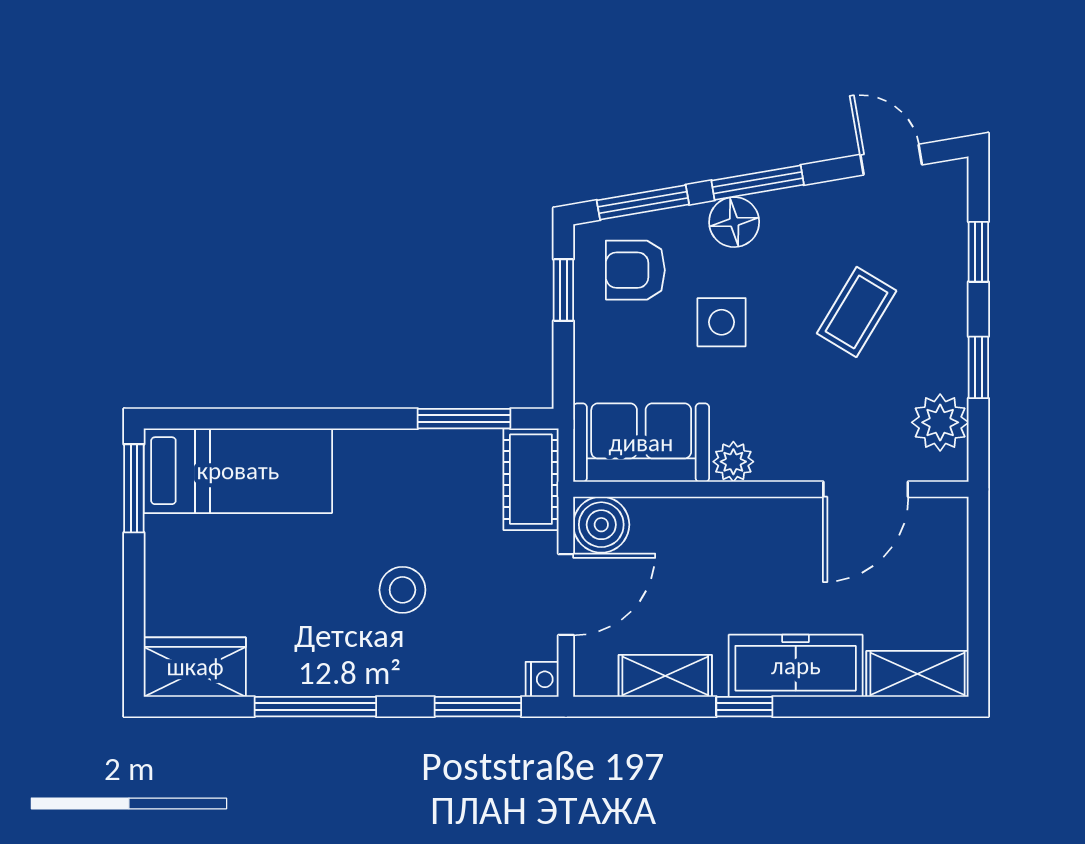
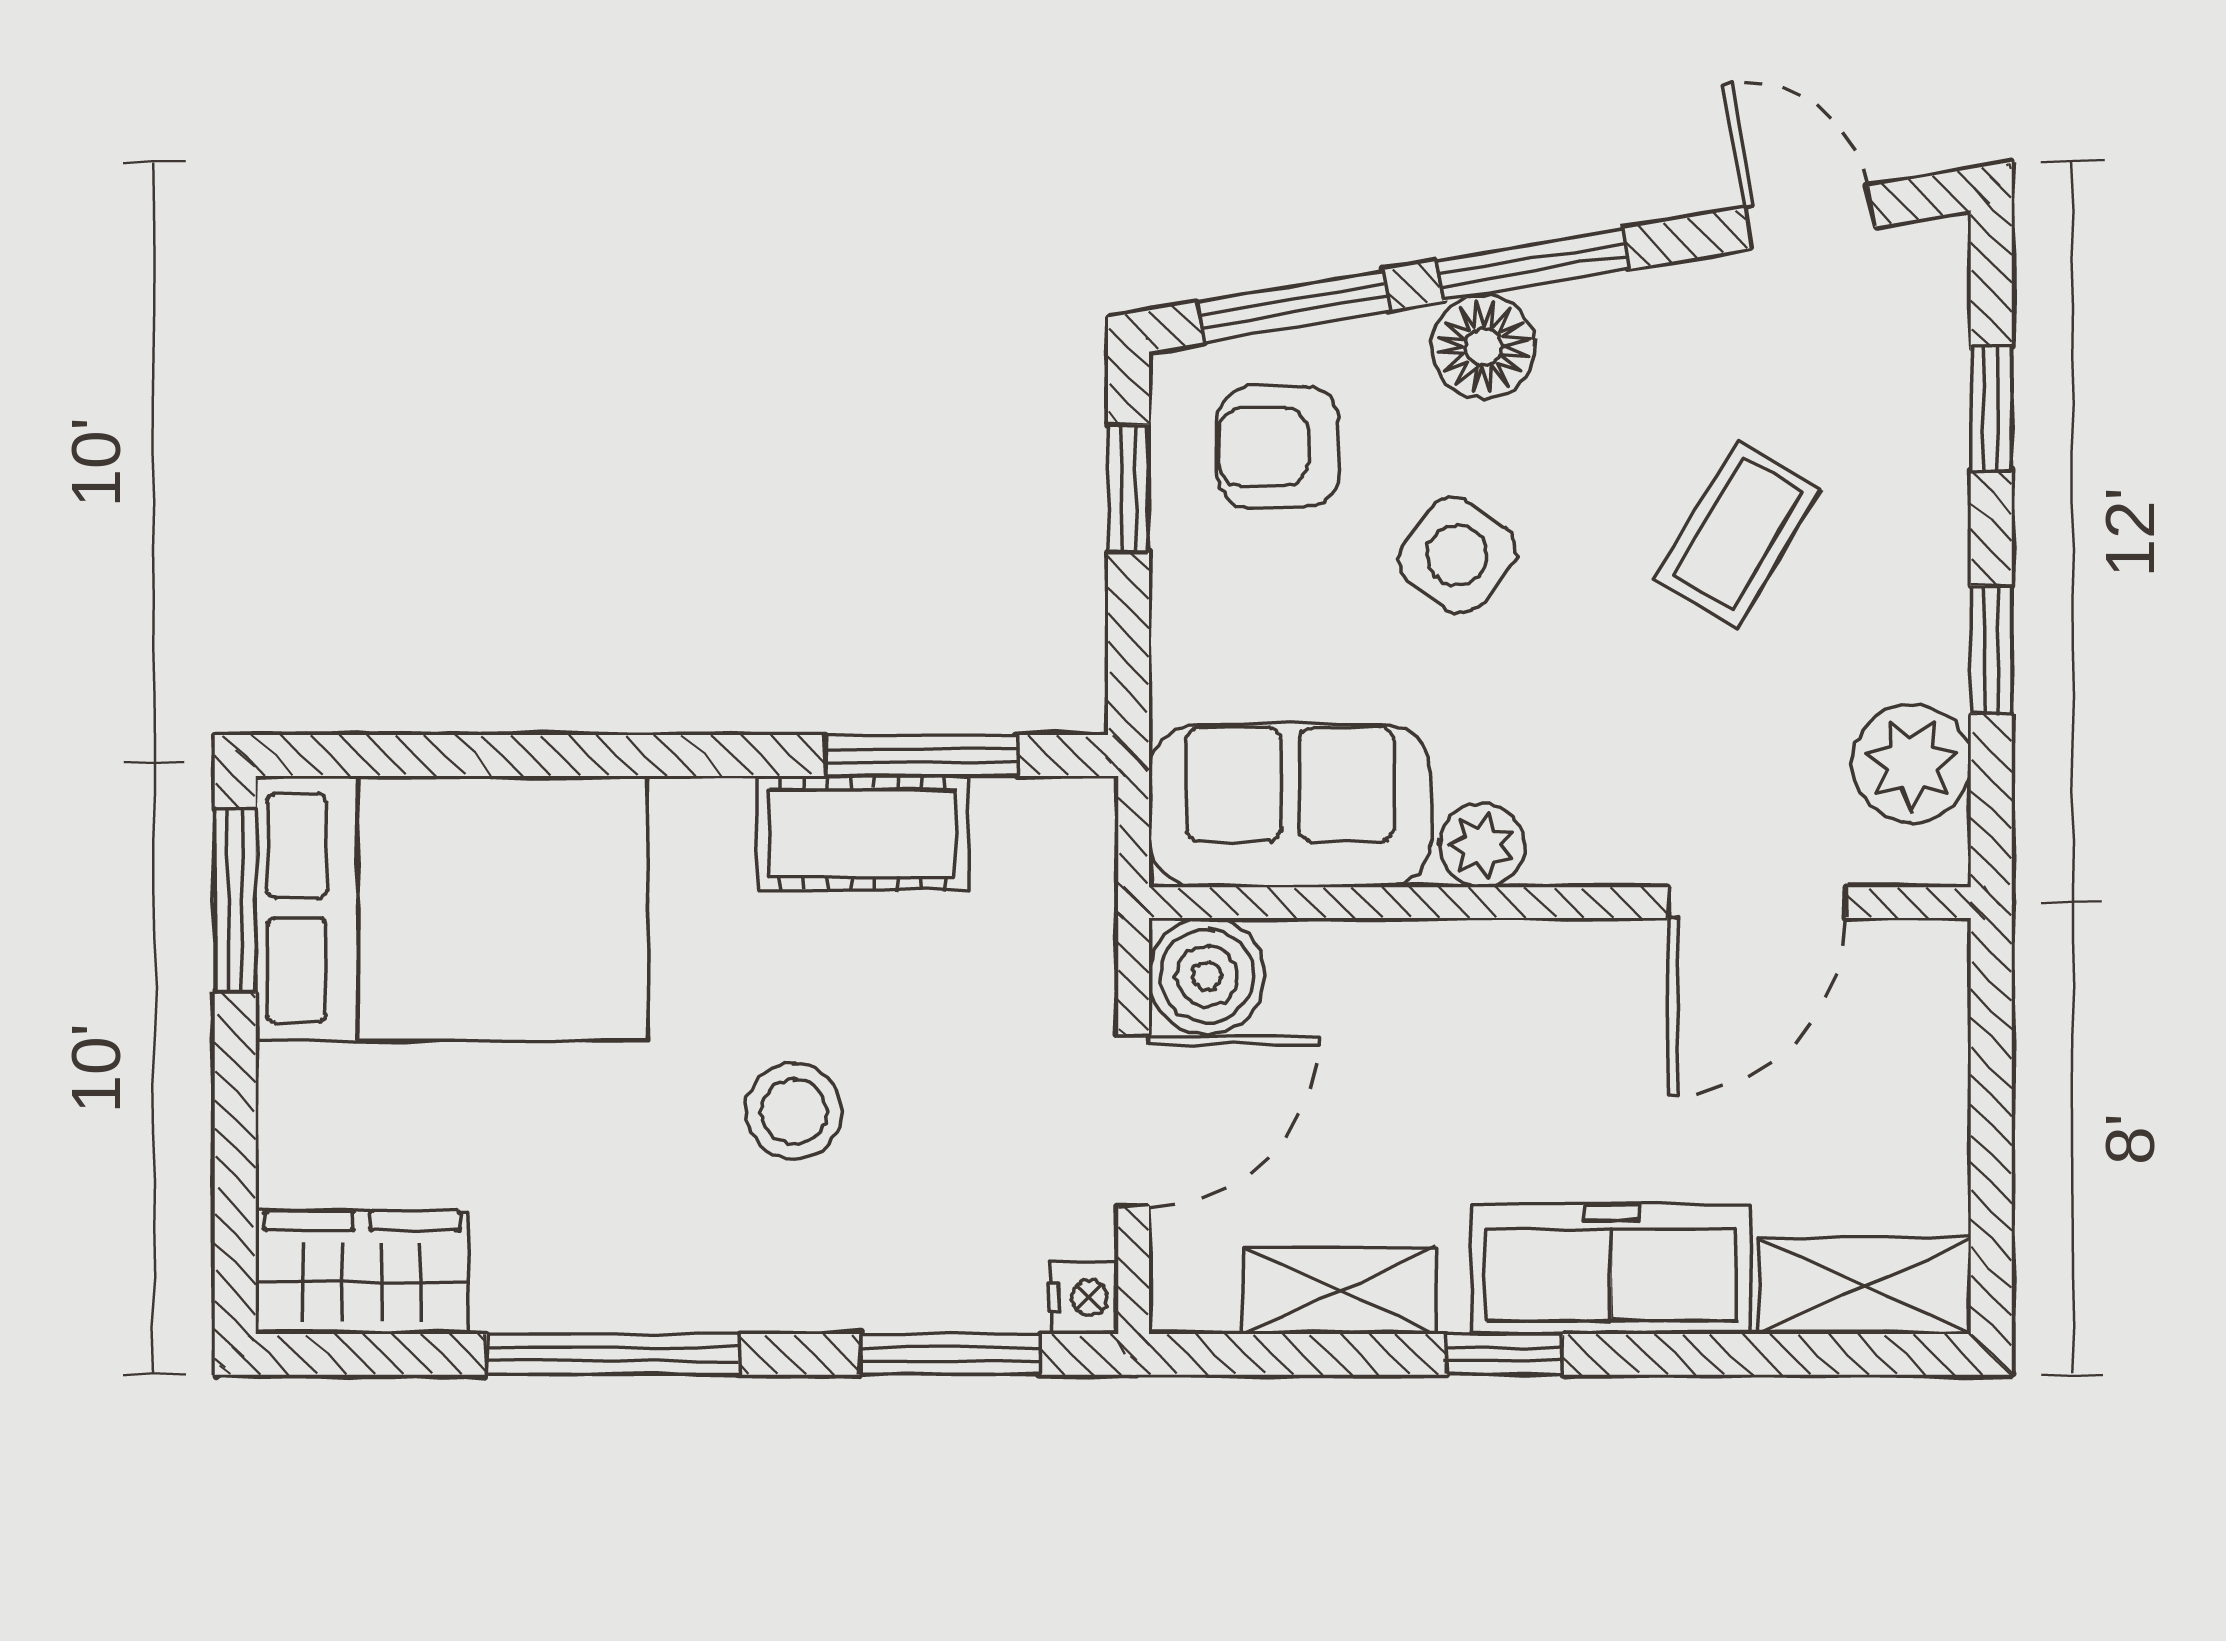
side table: (722, 322) -> (1457, 555), turned 37
bed: (238, 471) -> (451, 908), width x1.50
cot: (531, 479) -> (863, 833), moved, turned 90

